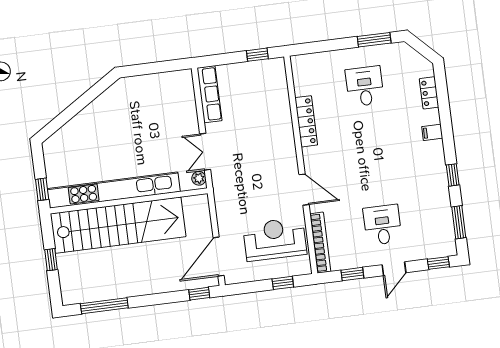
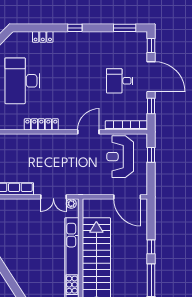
desk: (365, 86) -> (22, 81), width x1.87, depth x1.30
locker: (429, 93) -> (43, 37), moved
filing cabinet: (432, 132) -> (60, 38), removed
window: (453, 175) -> (75, 28), moved
door: (394, 269) -> (151, 77), width x1.87
window: (199, 294) -> (151, 247), moved

